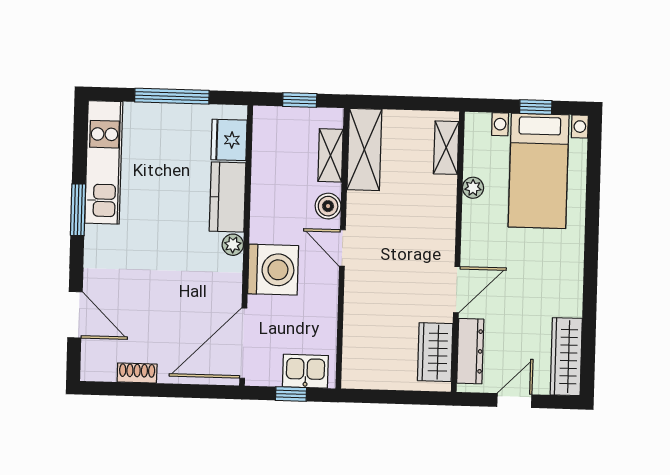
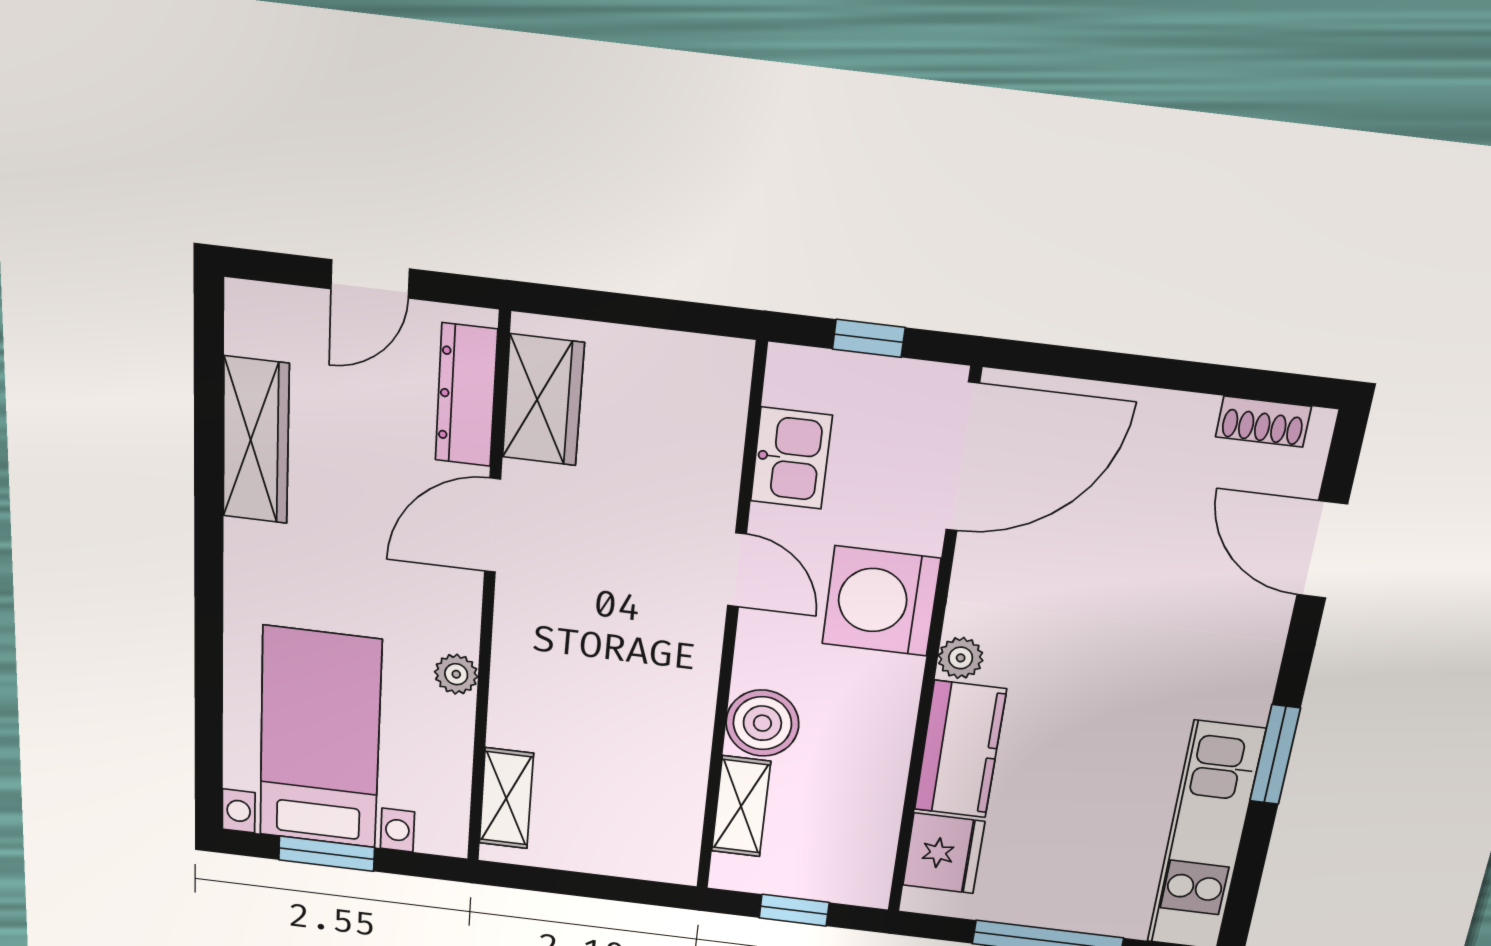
window: (536, 107) -> (327, 854), width x1.50
shelving: (364, 150) -> (672, 810), removed
plant: (473, 188) -> (456, 674), moved
boiler: (328, 206) -> (762, 723), width x1.36, depth x1.36
door: (342, 248) -> (737, 570), moved
wardrobe: (566, 357) -> (256, 440), moved
kitchen sink: (305, 371) -> (791, 458), moved, turned -90
shoe rack: (137, 373) -> (1263, 422), moved

